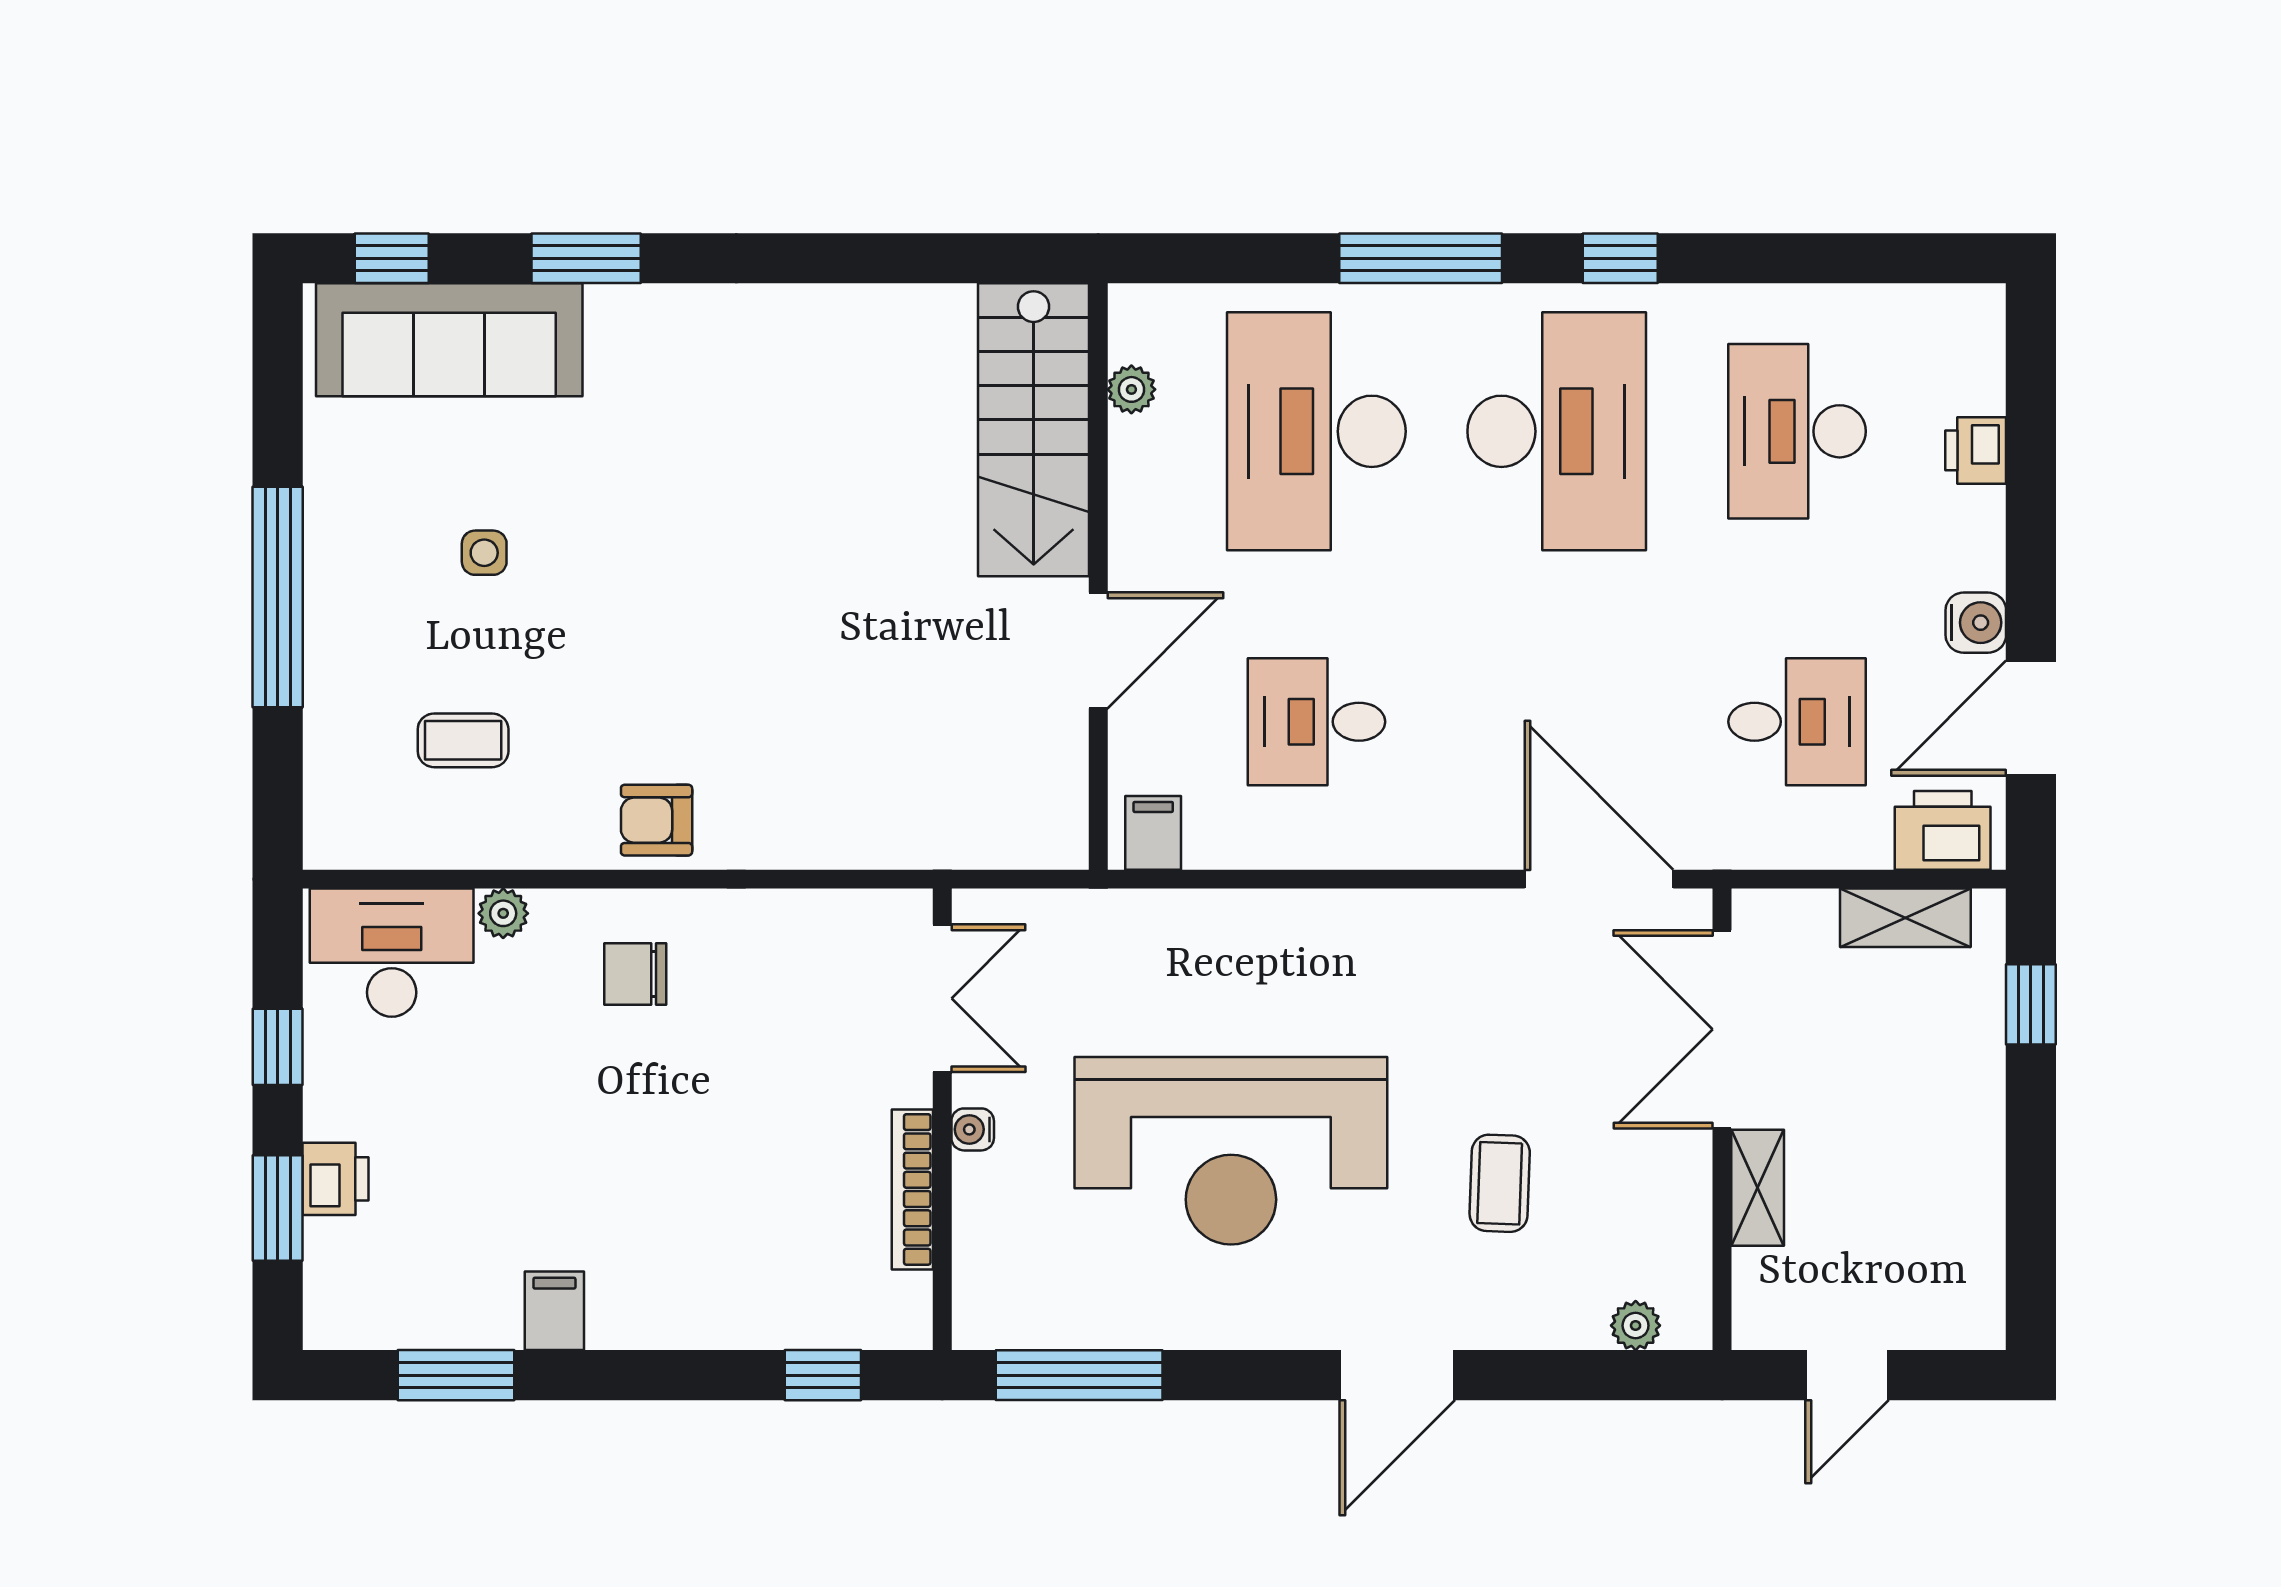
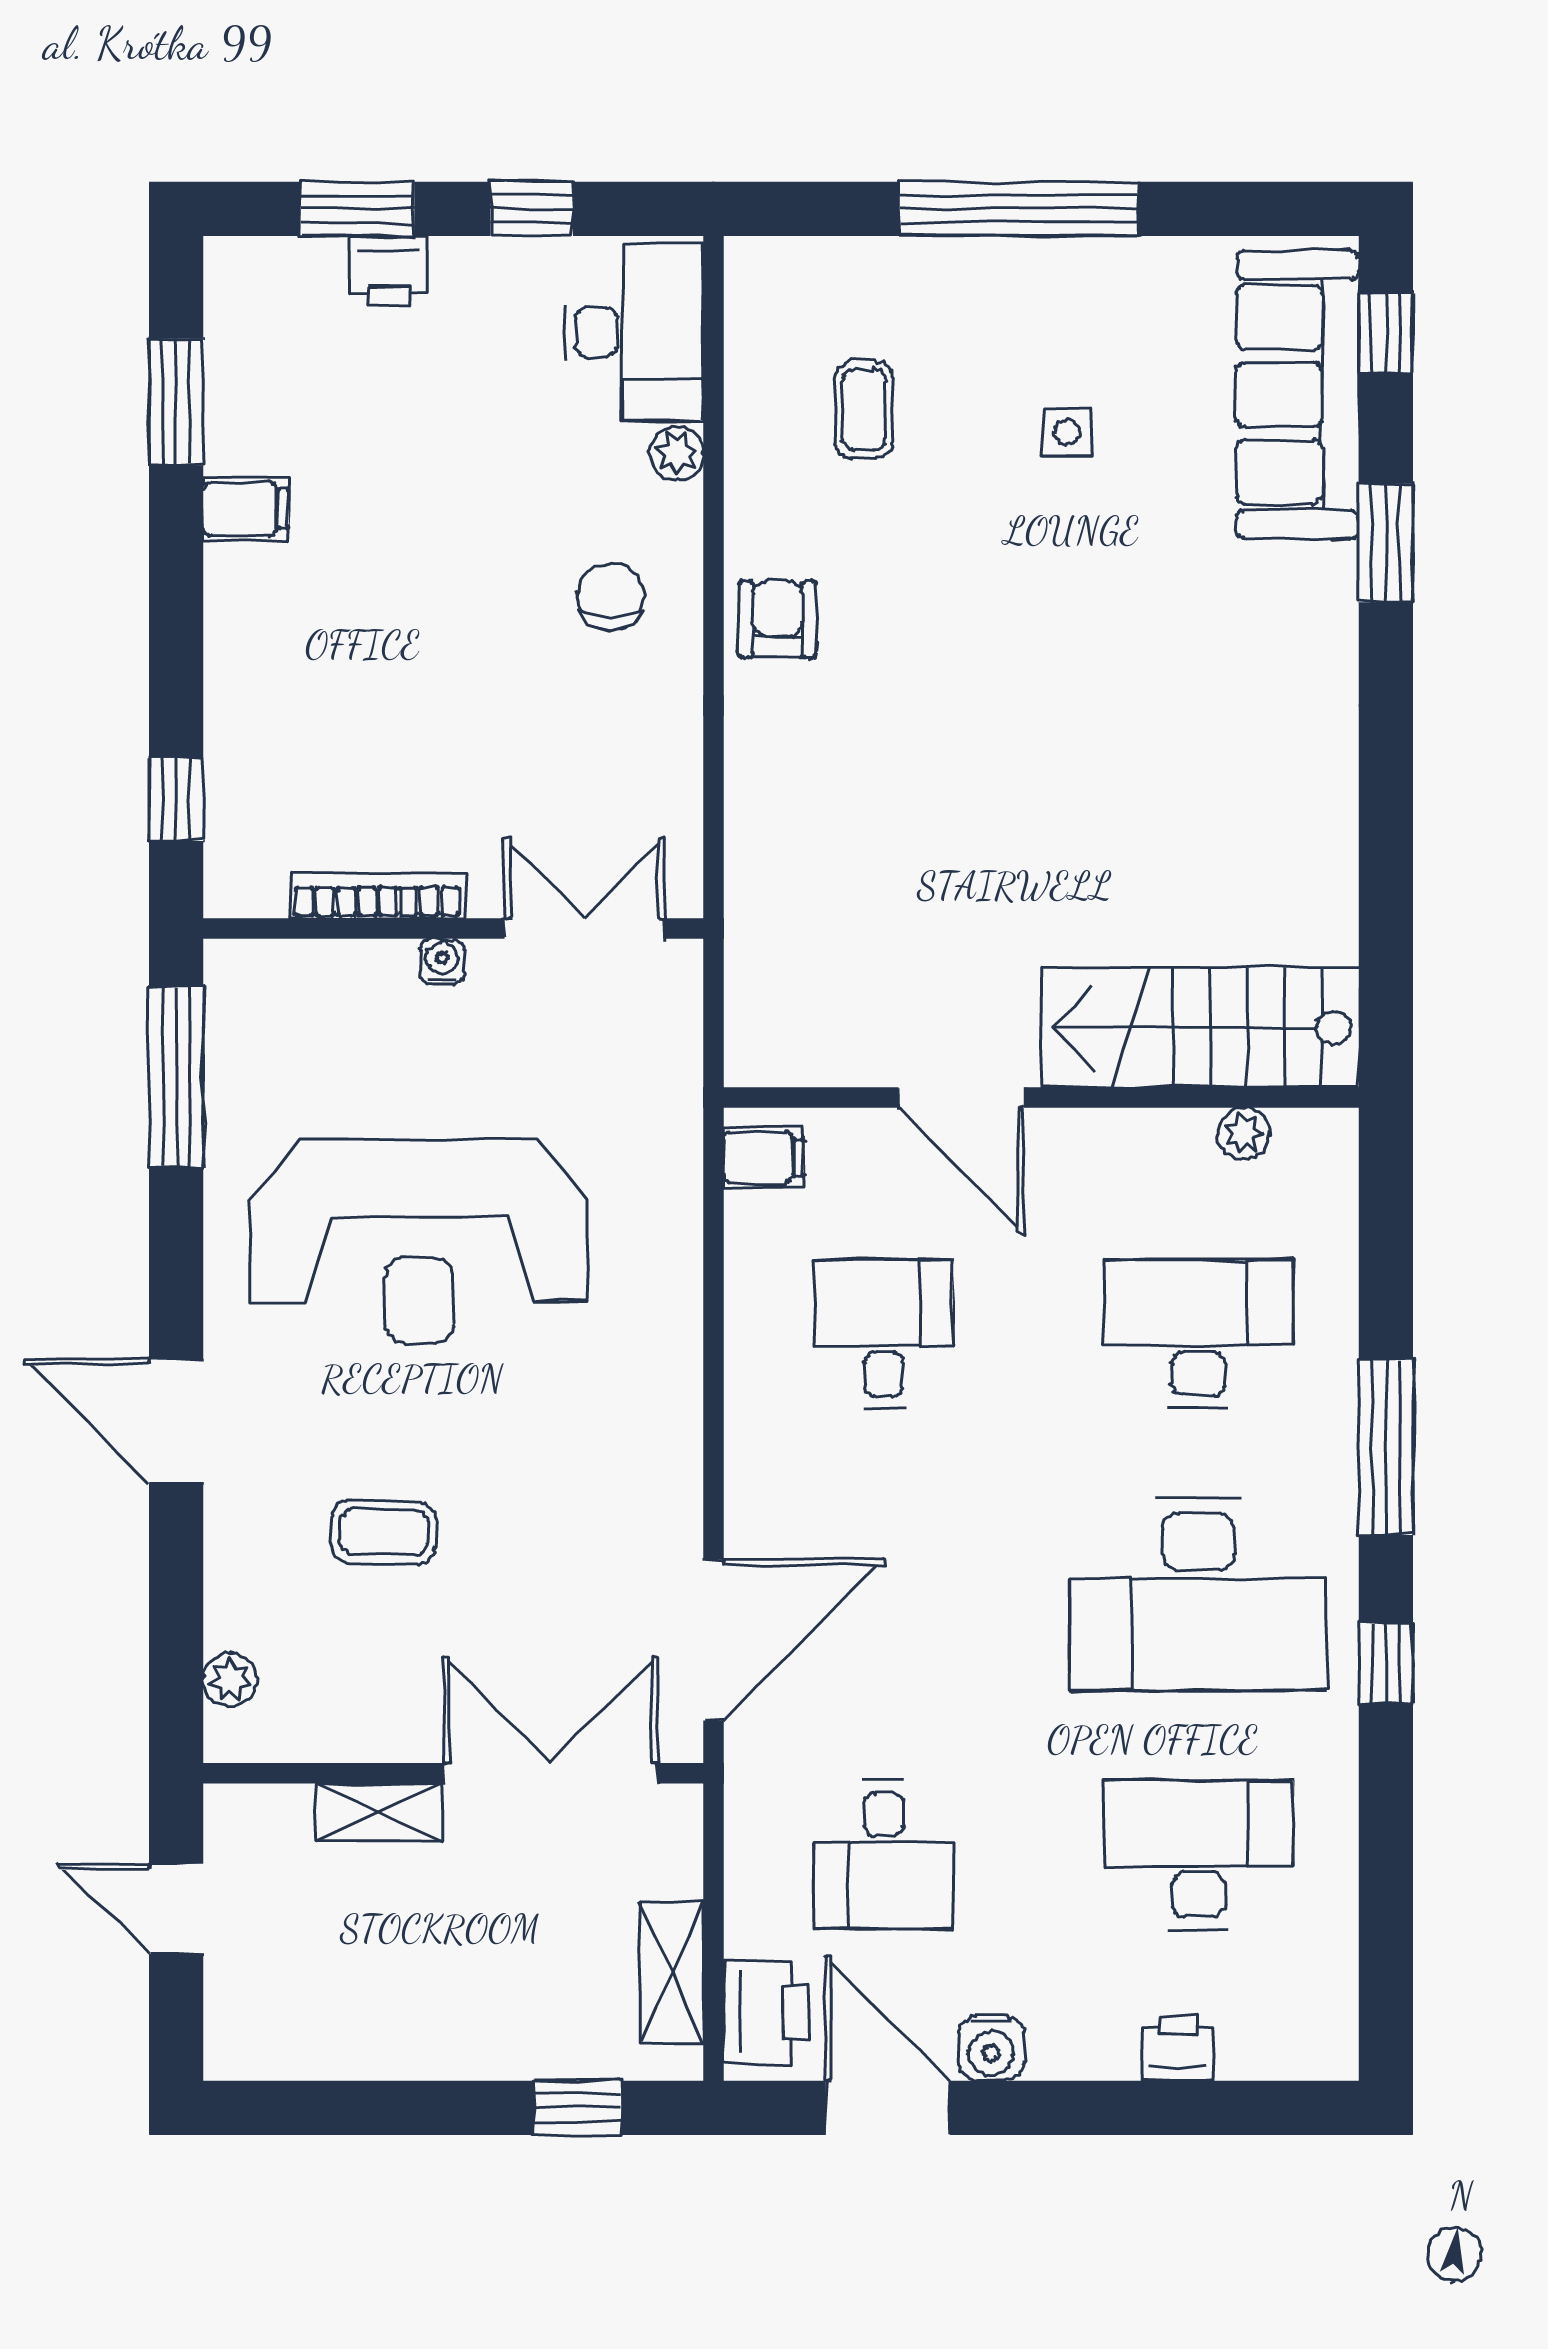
desk: (1316, 431) -> (1198, 1334), width x0.73, depth x0.77
double door: (942, 998) -> (584, 929), swing flipped
reception desk: (1231, 1151) -> (419, 1241), turned -90

